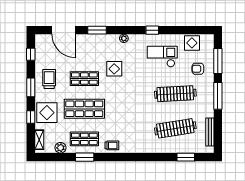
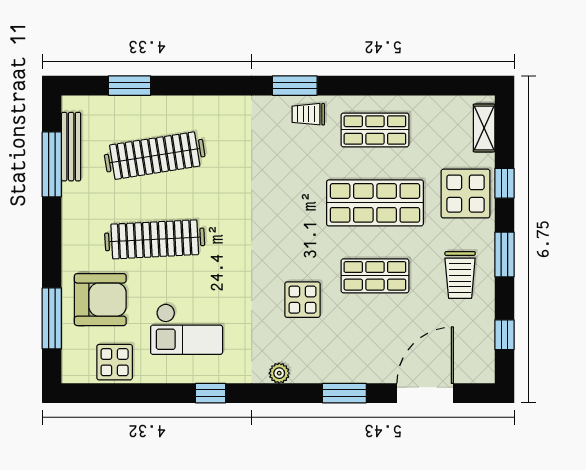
door: (63, 30) -> (425, 393), hinge flipped
armchair: (198, 69) -> (100, 300), width x1.88, depth x1.88
window: (218, 96) -> (52, 164), moved
plant: (61, 148) -> (432, 109), removed
window: (85, 157) -> (295, 86), moved

